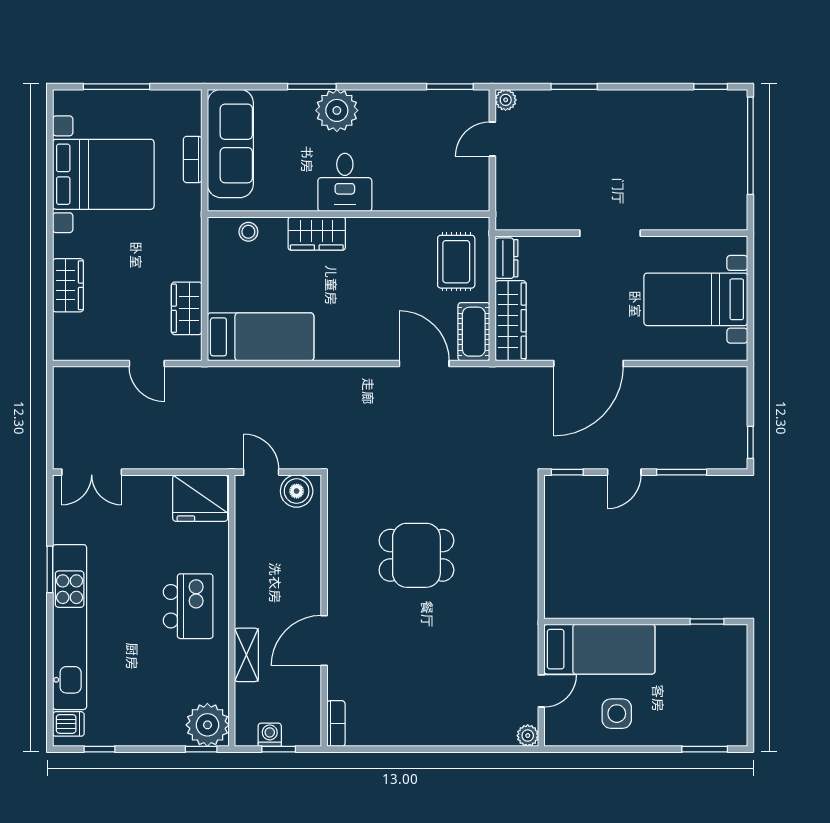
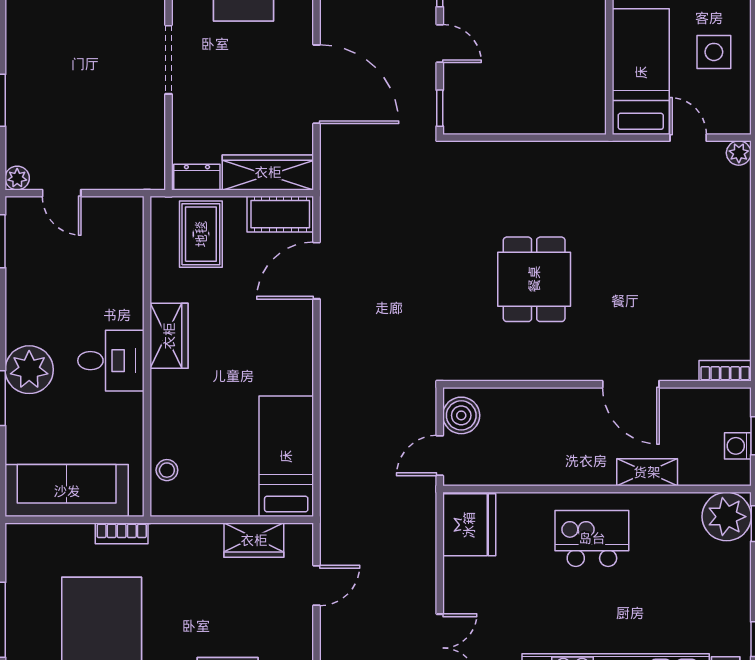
bookcase: (193, 159) -> (122, 533), moved
wardrobe: (317, 234) -> (169, 336), moved
rug: (456, 262) -> (201, 234), turned 90

